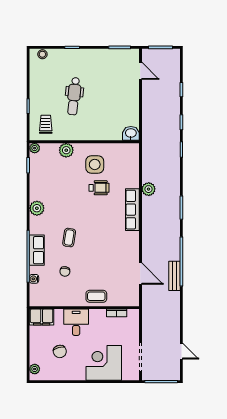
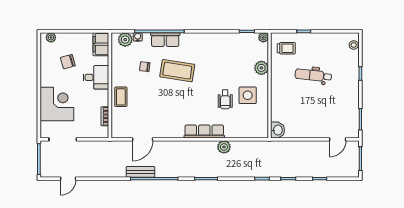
plant: (37, 208) -> (125, 40), moved
coffee table: (69, 238) -> (177, 71), width x1.86, depth x1.72

